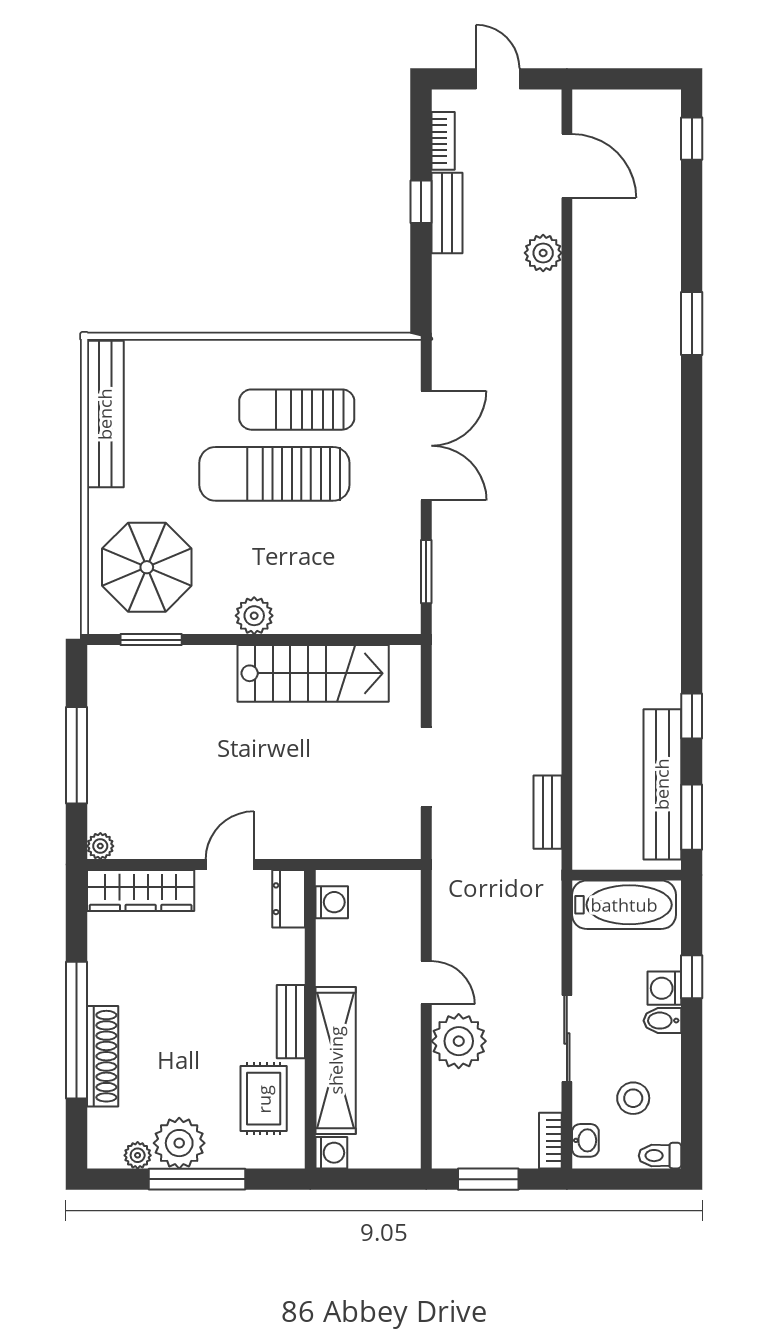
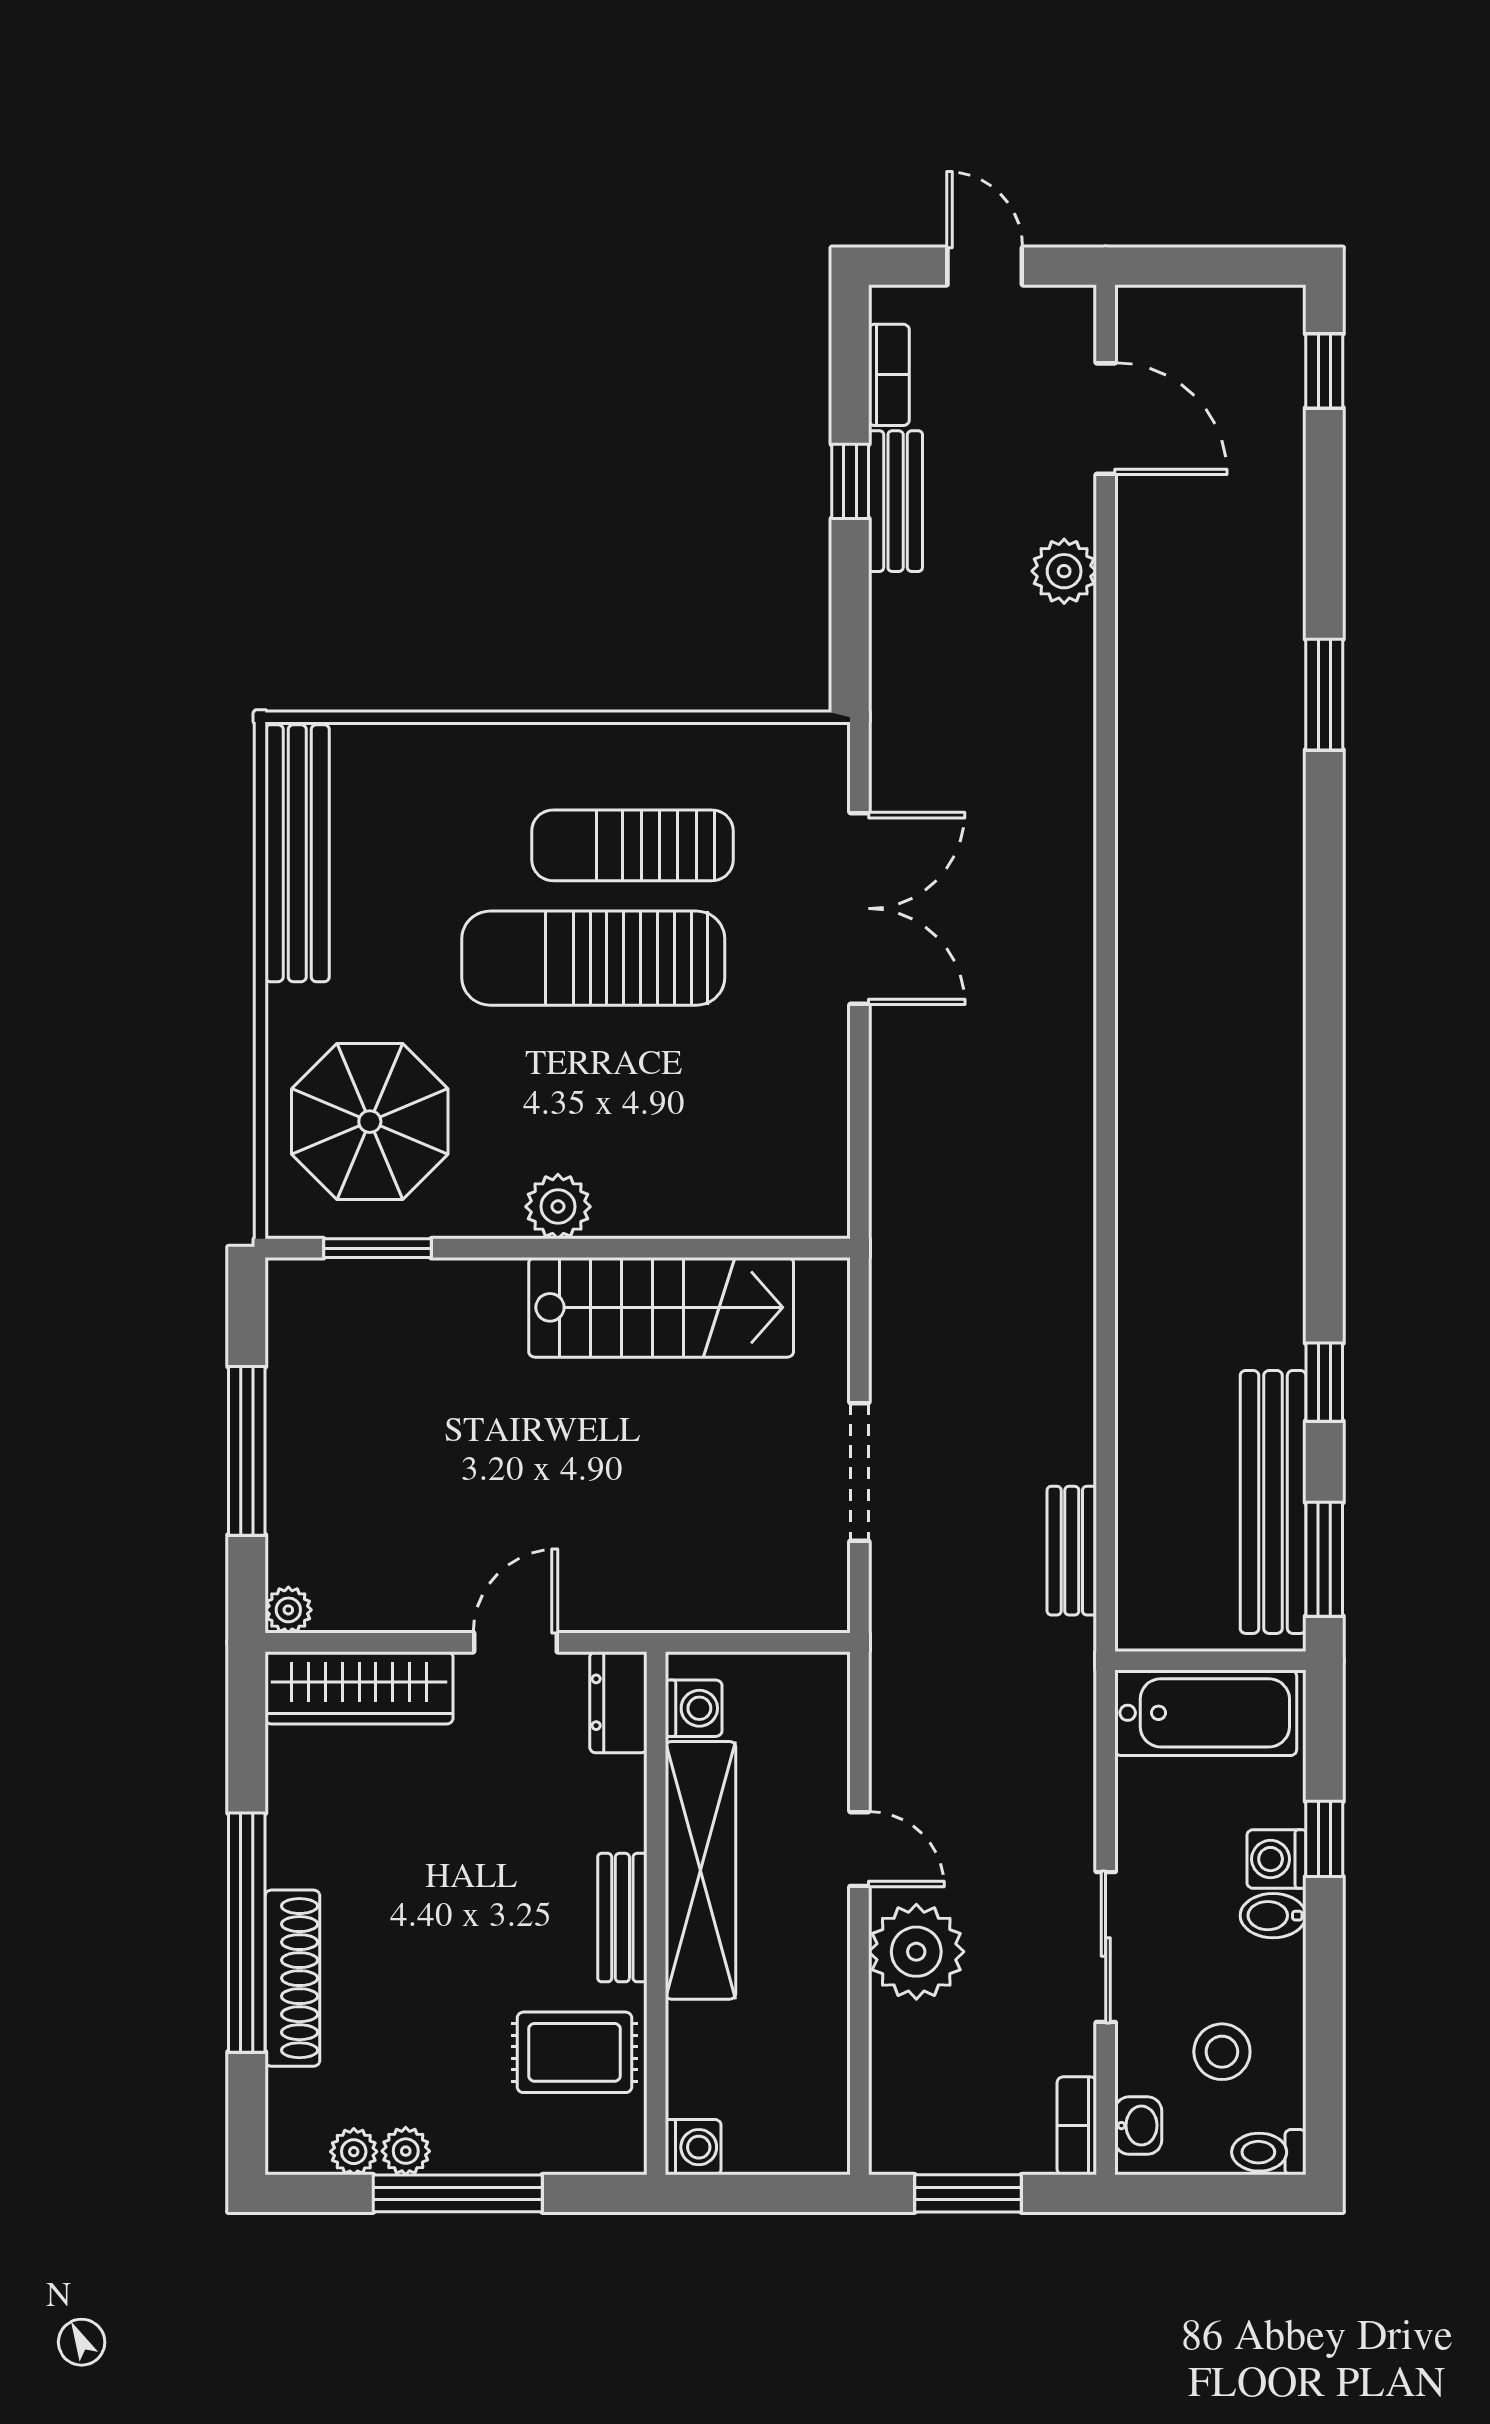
window: (426, 572) -> (859, 1129), removed
shelving: (336, 1060) -> (701, 1870), moved
rug: (264, 1099) -> (575, 2052), turned 90
plant: (179, 1143) -> (406, 2151), width x0.53, depth x0.53

